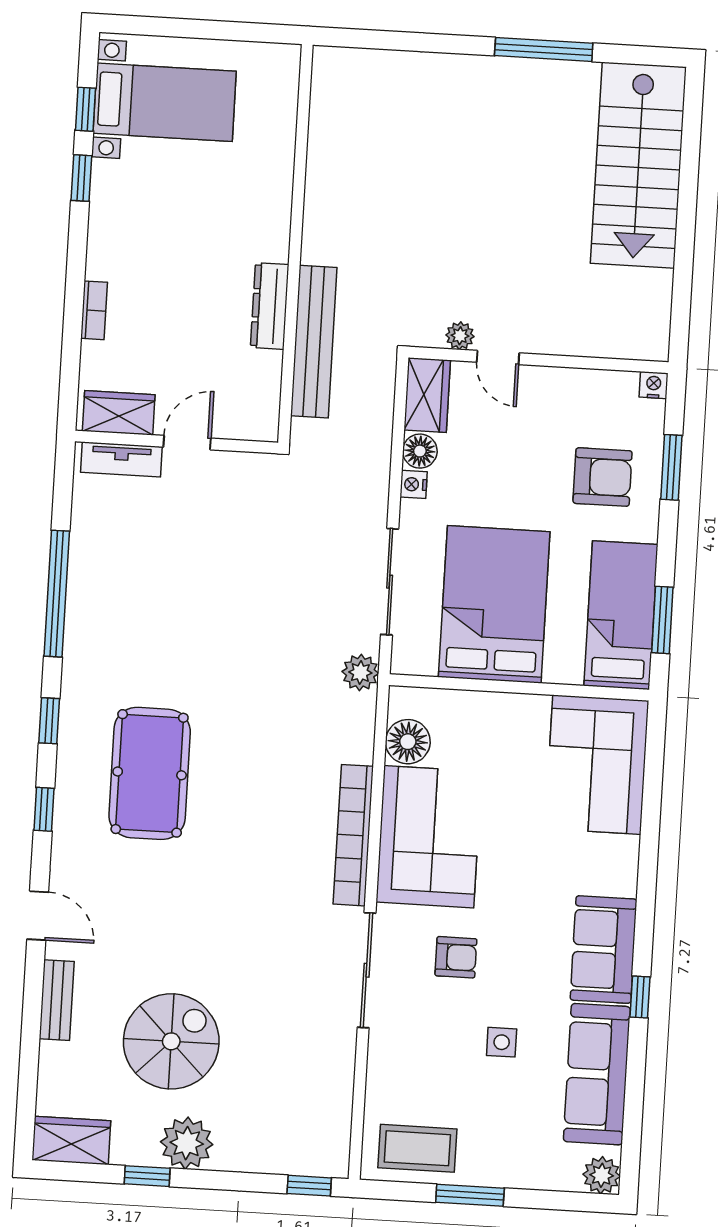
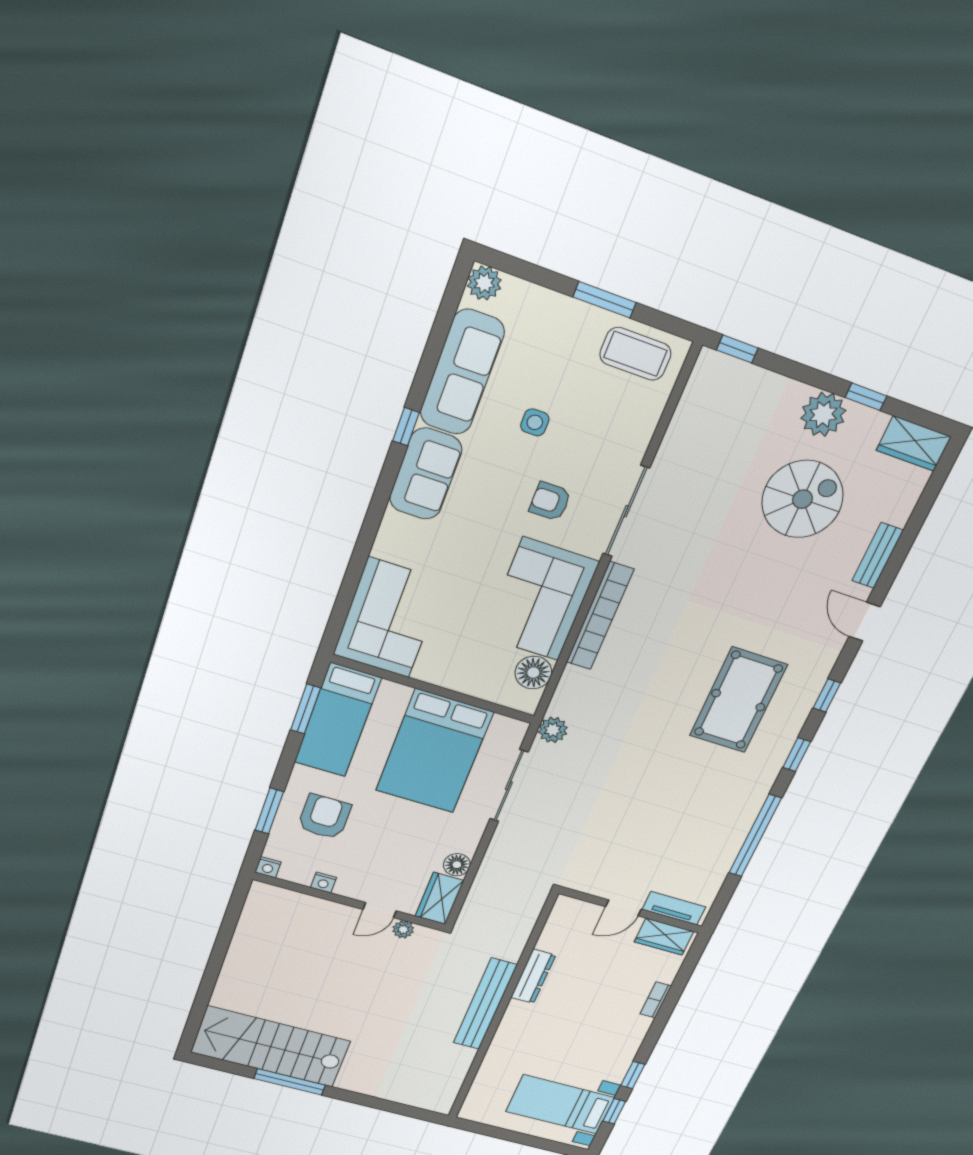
stairs: (638, 165) -> (271, 1047), moved, turned -90
bench: (314, 342) -> (485, 1004), moved
door: (498, 358) -> (380, 910), swing flipped
armchair: (603, 477) -> (324, 817), turned 90
nightstand: (414, 484) -> (324, 883), moved, turned 90
spiral stairs: (171, 1041) -> (803, 499), turned 180

